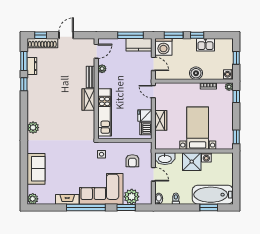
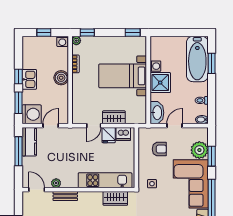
kitchen sink: (205, 45) -> (29, 79), moved
door: (153, 92) -> (94, 126), moved
wardrobe: (88, 99) -> (115, 198), moved

